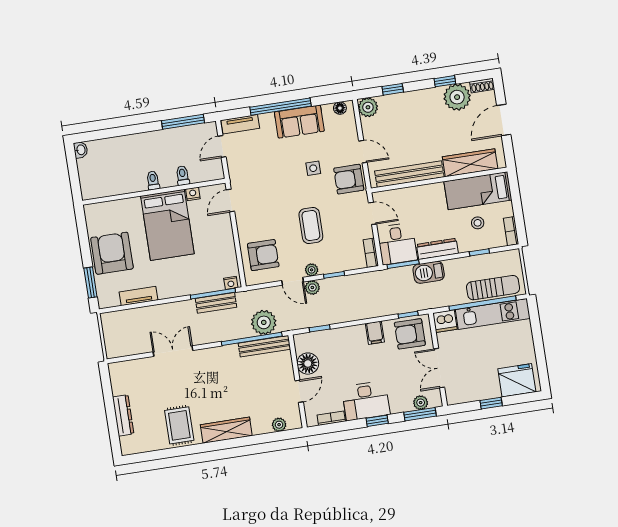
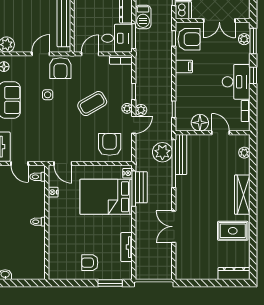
toilet: (183, 176) -> (38, 177), moved
bed: (167, 225) -> (106, 197), moved, turned 180
coffee table: (311, 225) -> (92, 104), turned -30
armchair: (112, 253) -> (90, 263), width x0.53, depth x0.53
armchair: (410, 334) -> (189, 39), turned -90
dresser: (123, 415) -> (234, 274), moved

